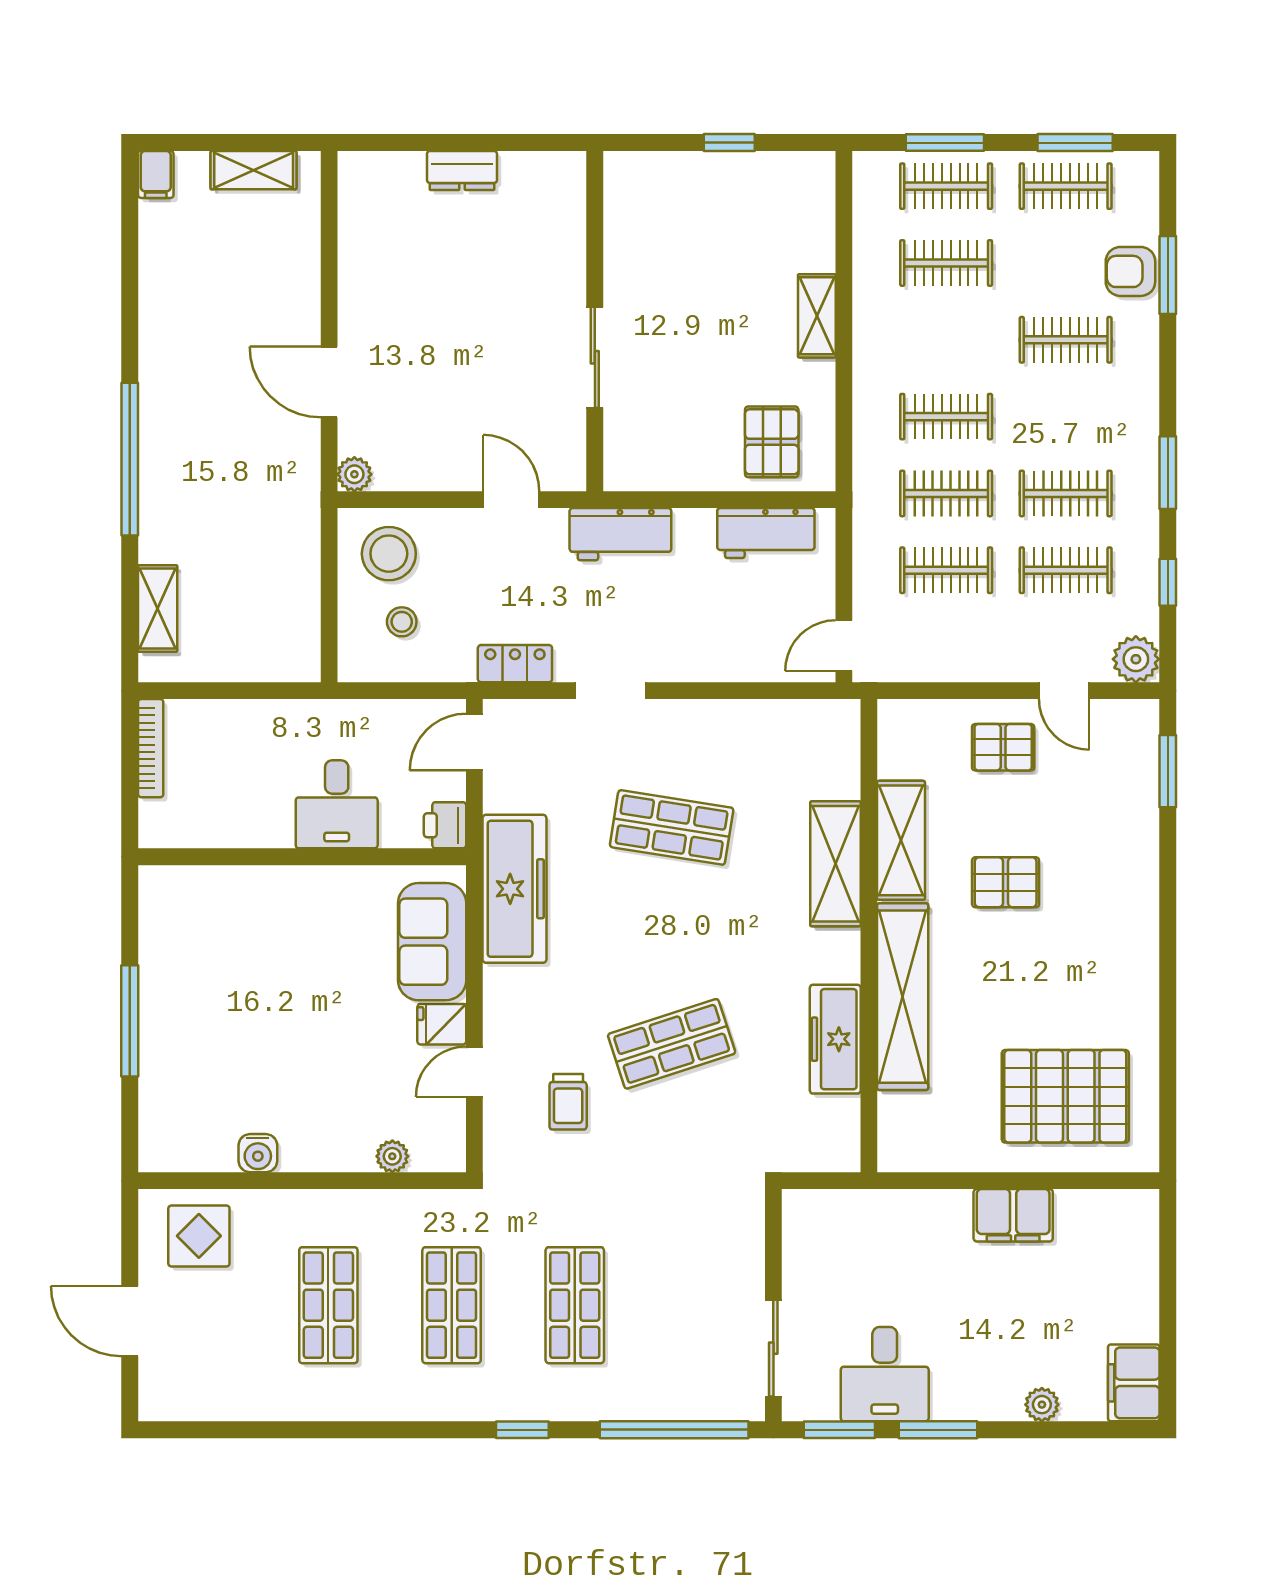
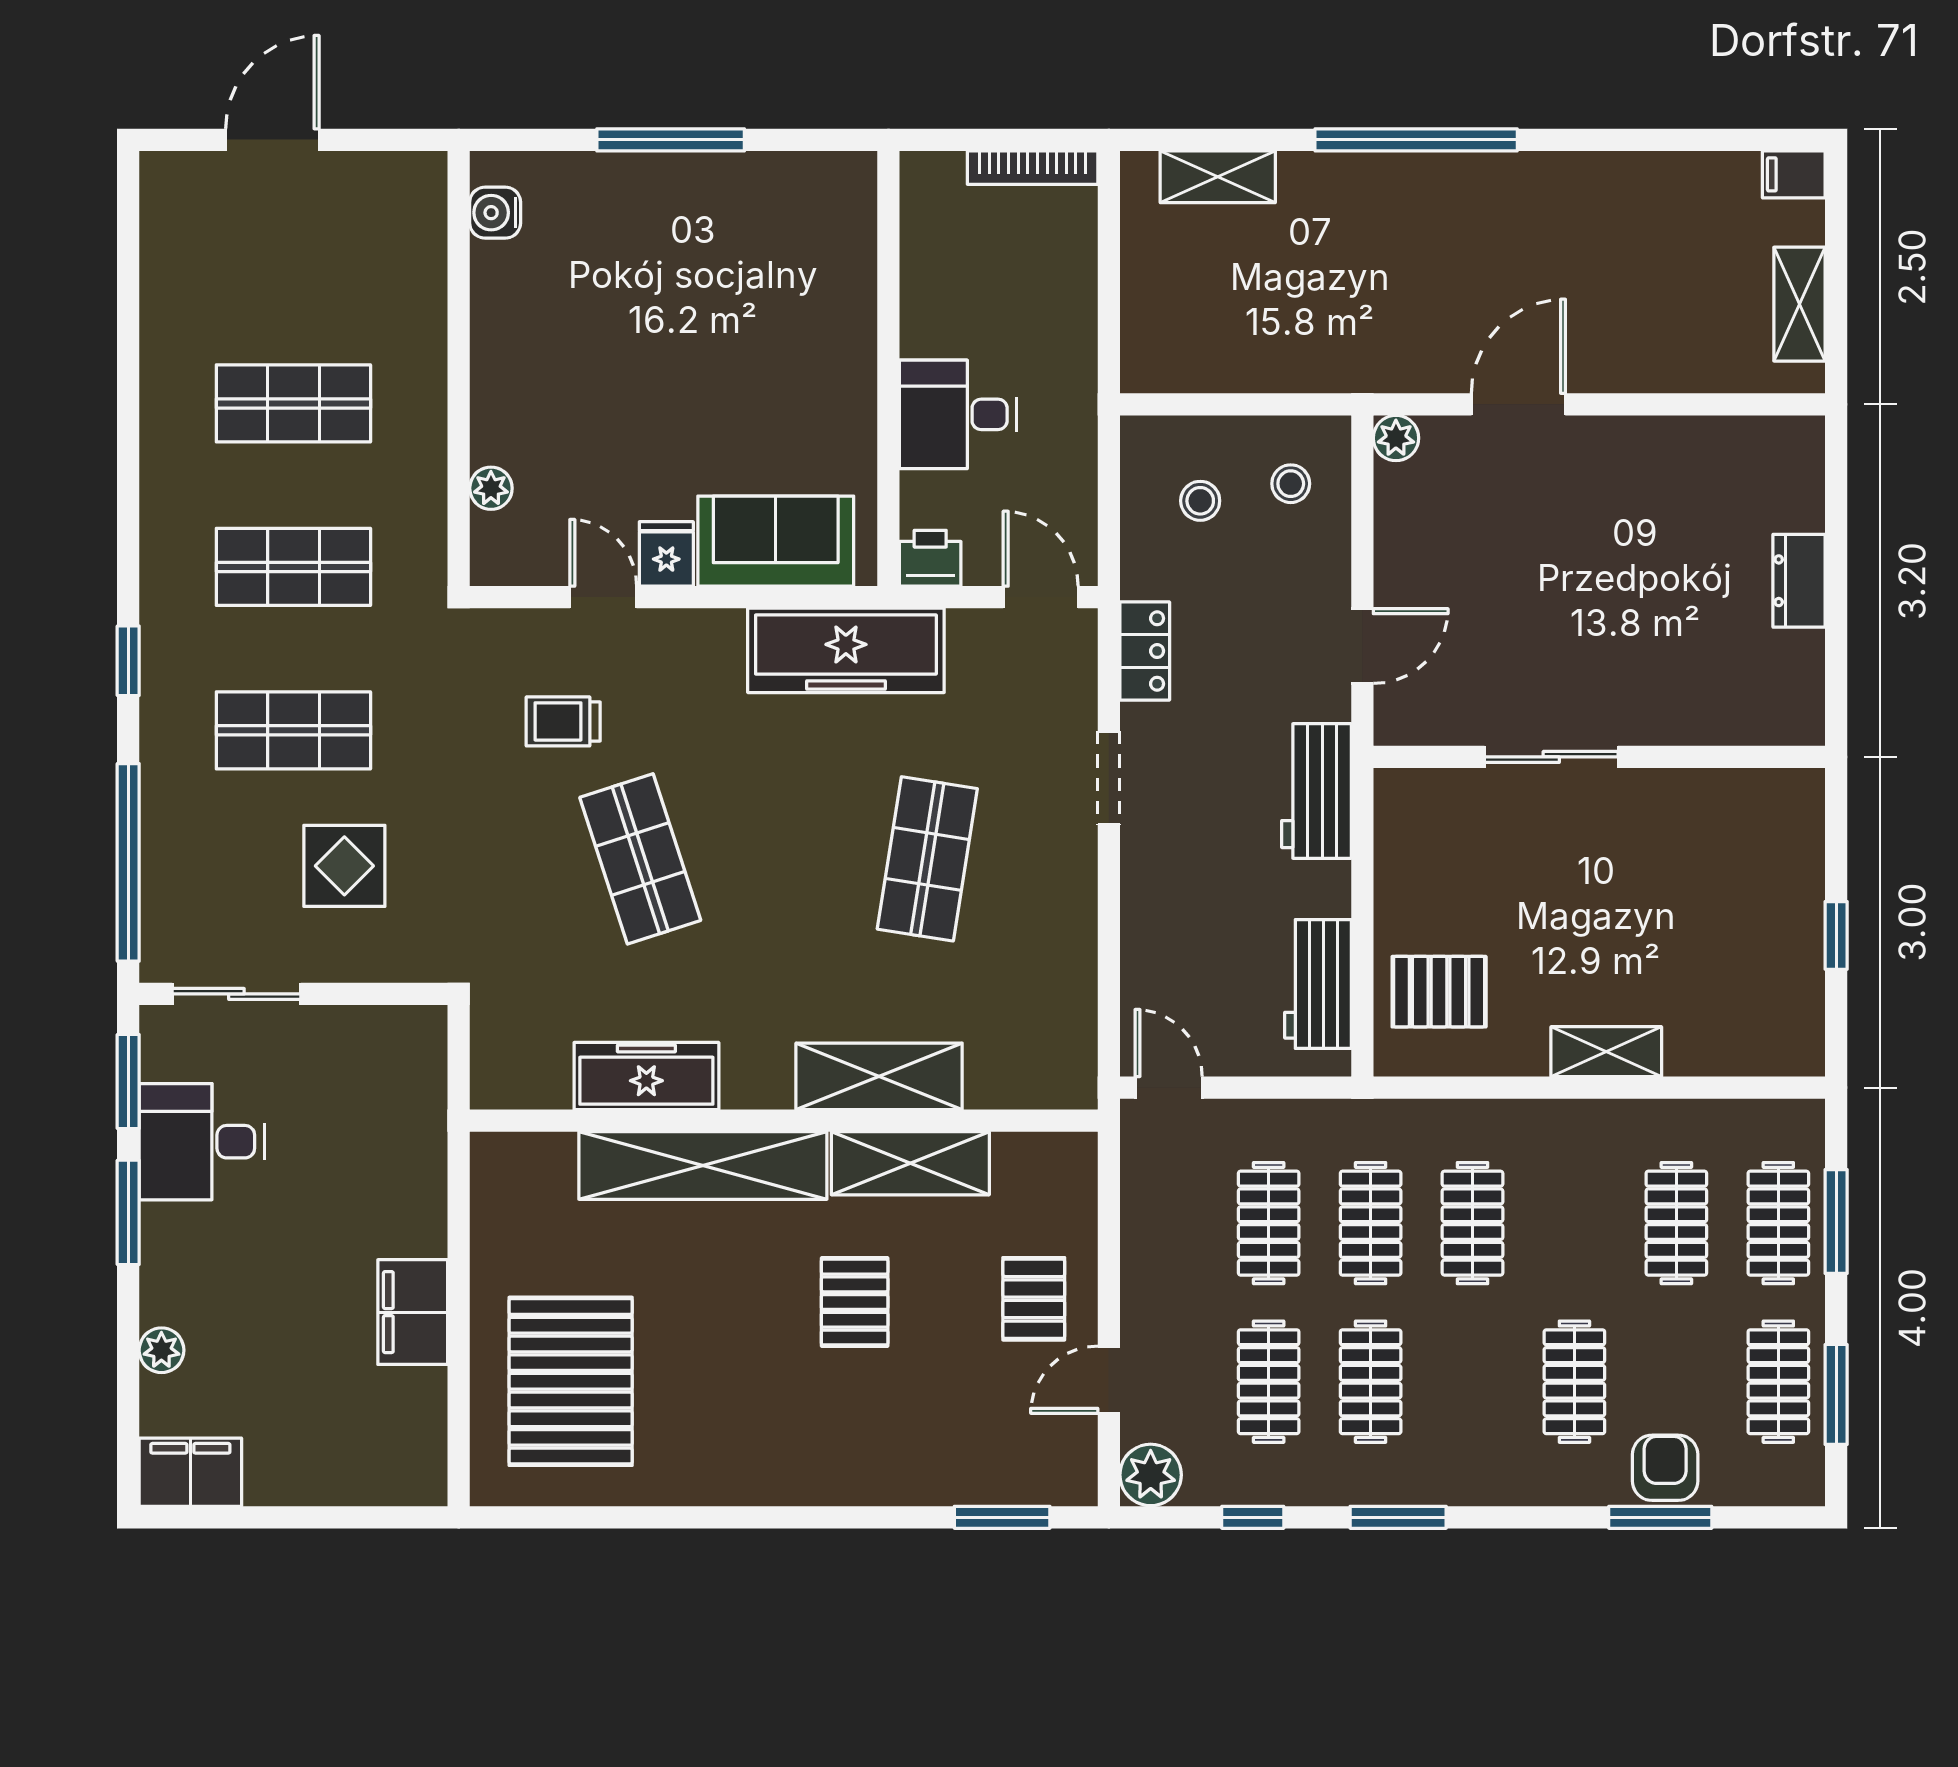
stool: (389, 554) -> (1291, 484), width x0.53, depth x0.53
water cooler: (258, 1153) -> (495, 213), moved
display table: (199, 1236) -> (344, 866), moved

